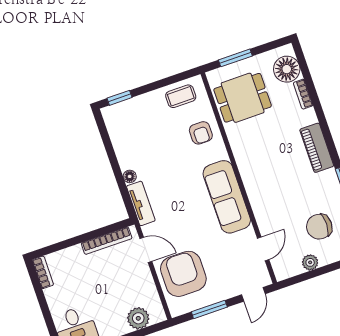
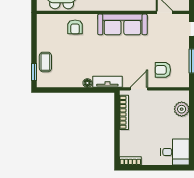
coffee table: (181, 96) -> (45, 62), moved
armchair: (201, 133) -> (75, 27), turned 90
armchair: (183, 274) -> (163, 70), width x0.53, depth x0.53

